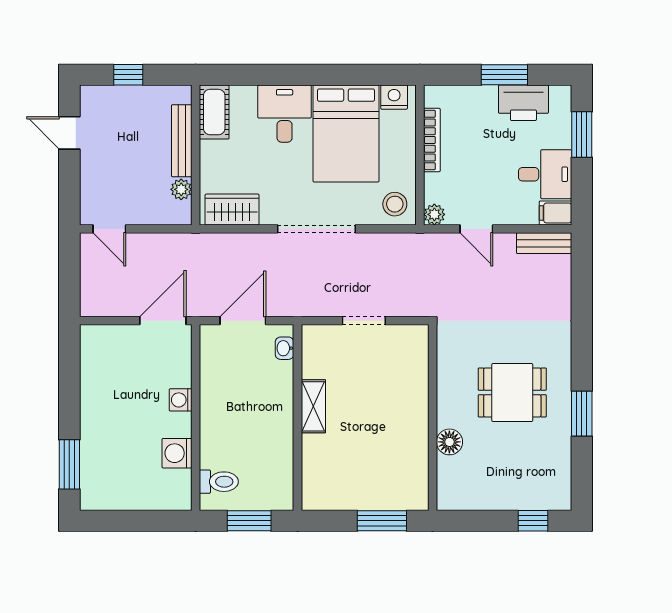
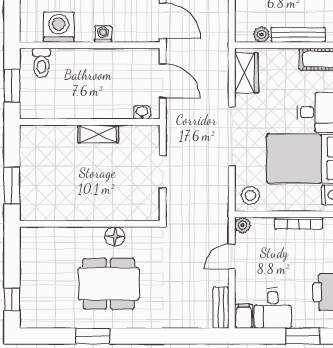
dining table: (512, 392) -> (109, 284), width x1.38
floor lamp: (449, 442) -> (115, 236), moved
washing machine: (177, 453) -> (59, 27), width x1.37, depth x1.37

